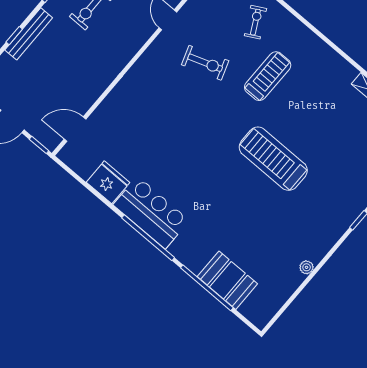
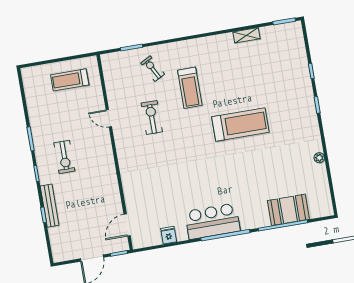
exercise bike: (205, 63) -> (152, 117), turned -71
treadmill: (268, 76) -> (190, 88), turned 180
treadmill: (273, 159) -> (240, 124), turned 180
fridge: (108, 182) -> (169, 235), width x0.53, depth x0.75

